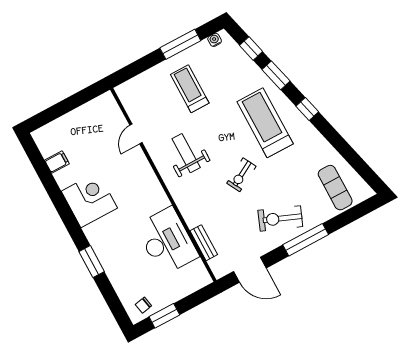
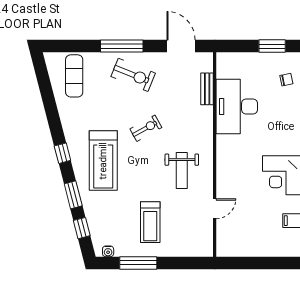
chair: (143, 305) -> (286, 80), moved

